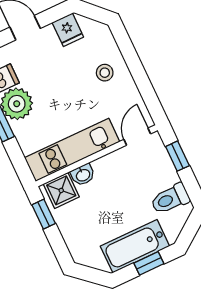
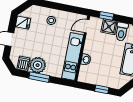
door: (137, 137) -> (87, 26), hinge flipped
shower: (61, 190) -> (109, 27), moved
window: (44, 214) -> (102, 89), moved

